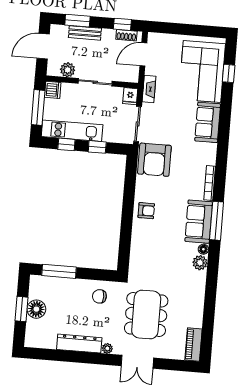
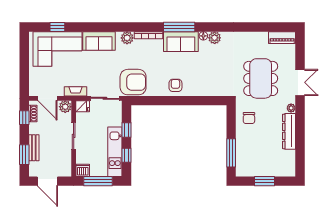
plant: (68, 70) -> (65, 107), moved
plant: (209, 157) -> (127, 38), added
floor lamp: (36, 309) -> (264, 169), removed
dining table: (146, 315) -> (261, 78), turned 90

